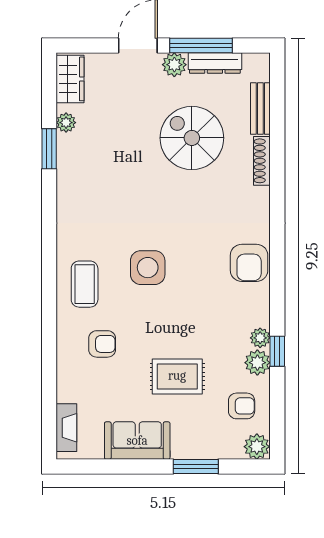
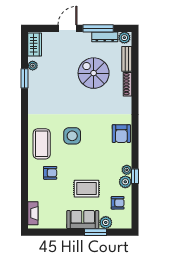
plant: (174, 65) -> (124, 38), moved
coffee table: (85, 284) -> (42, 144), width x1.36, depth x1.32
sofa: (137, 441) -> (83, 220), moved
plant: (257, 447) -> (106, 222), moved

